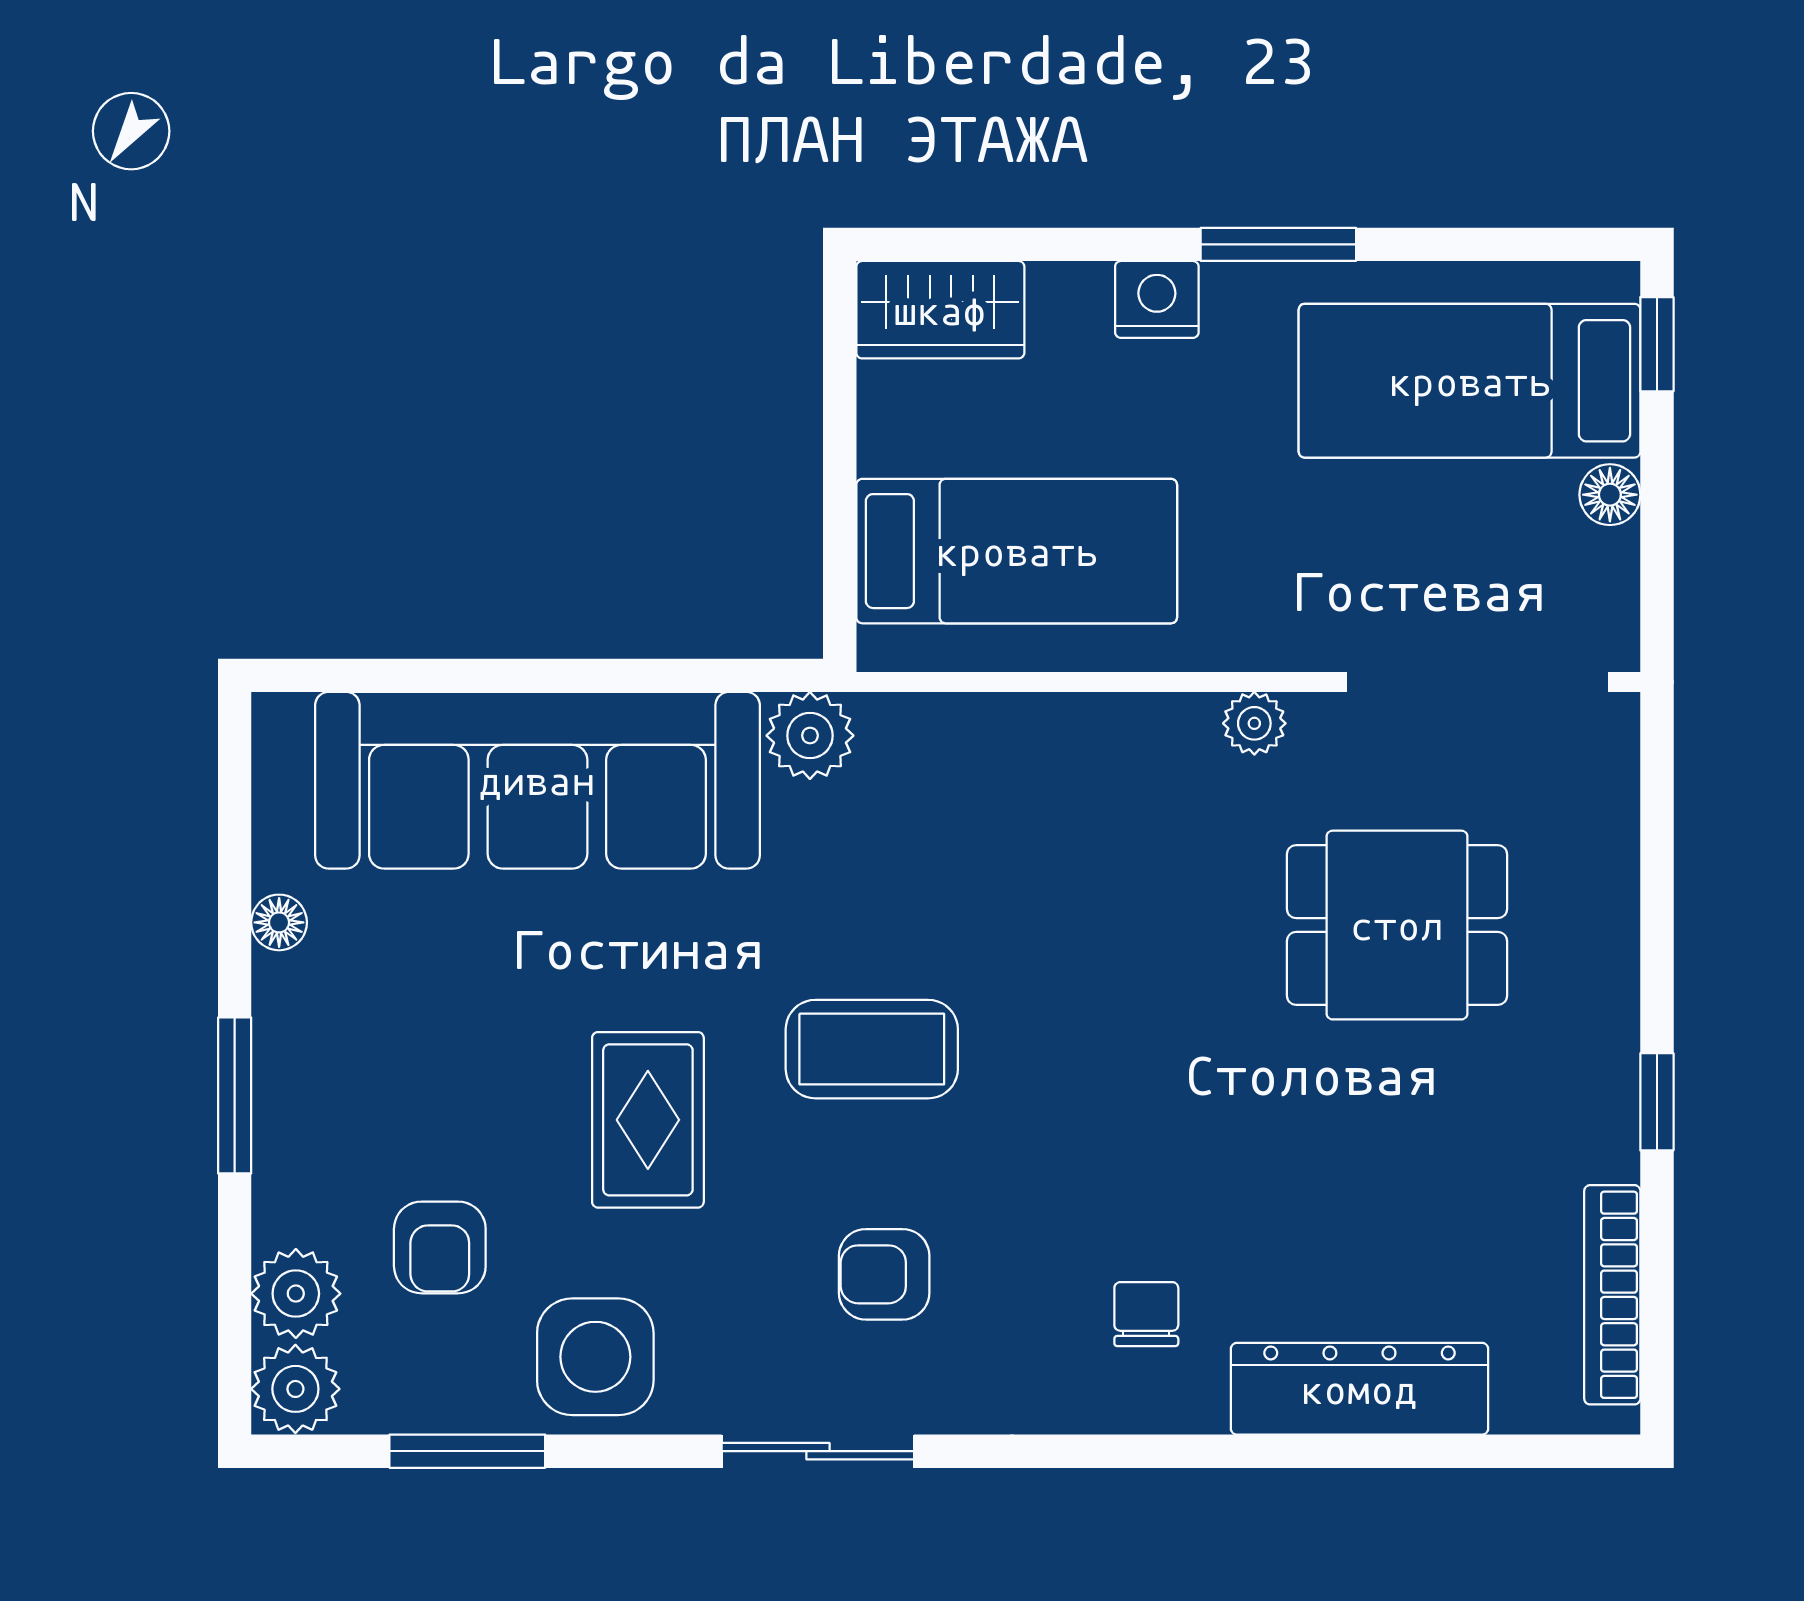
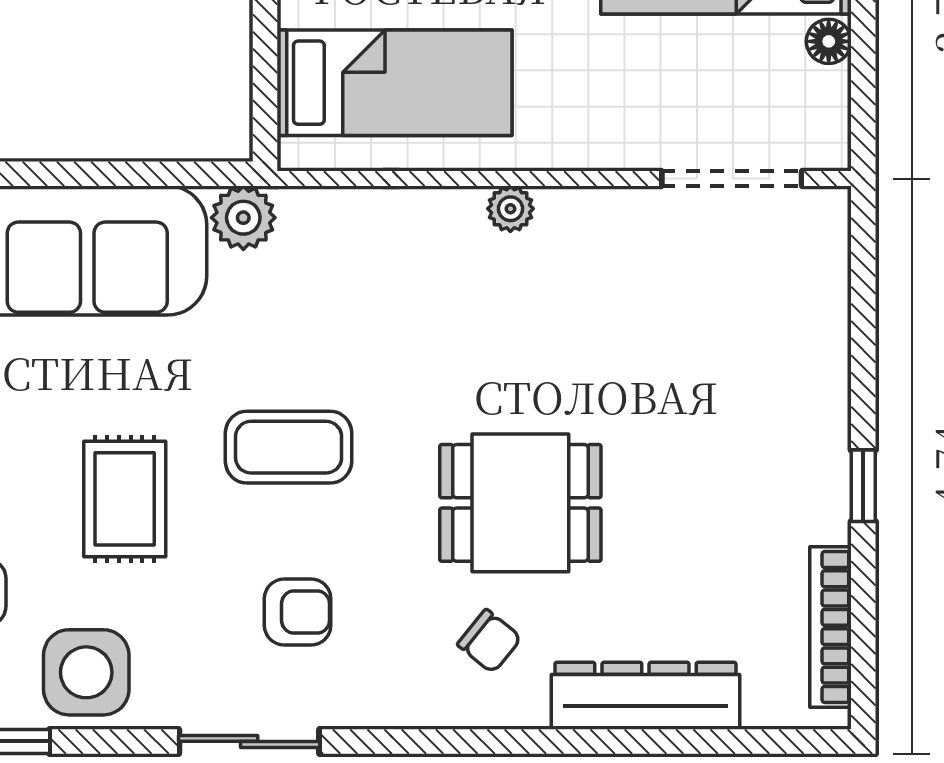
doorway: (1477, 682) -> (732, 179), width x0.73
plant: (1254, 723) -> (510, 209), moved
dining table: (1397, 925) -> (520, 503), moved
armchair: (884, 1274) -> (298, 612), turned 180
chair: (1146, 1314) -> (489, 641), turned 129

